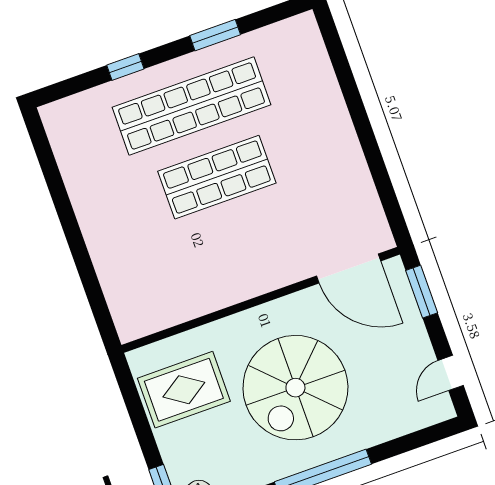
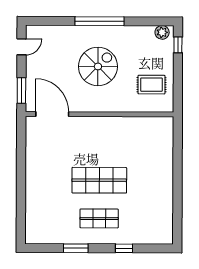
shop shelf: (192, 106) -> (99, 218), width x0.50, depth x0.74
spiral stairs: (295, 388) -> (98, 66), width x0.73, depth x0.73
rug: (184, 390) -> (151, 85), width x0.73, depth x0.70

